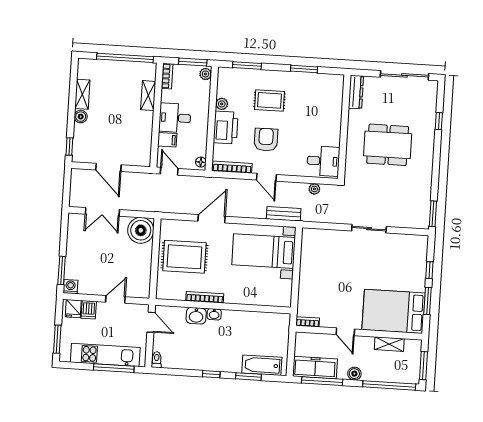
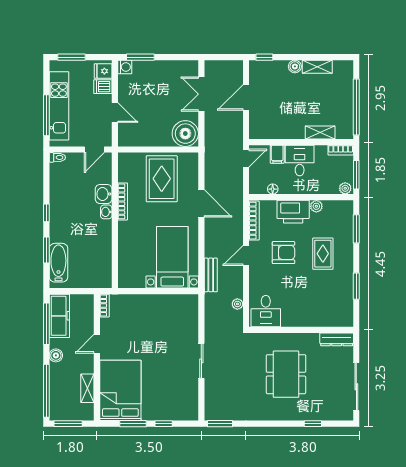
floor lamp: (201, 162) -> (273, 189), moved

